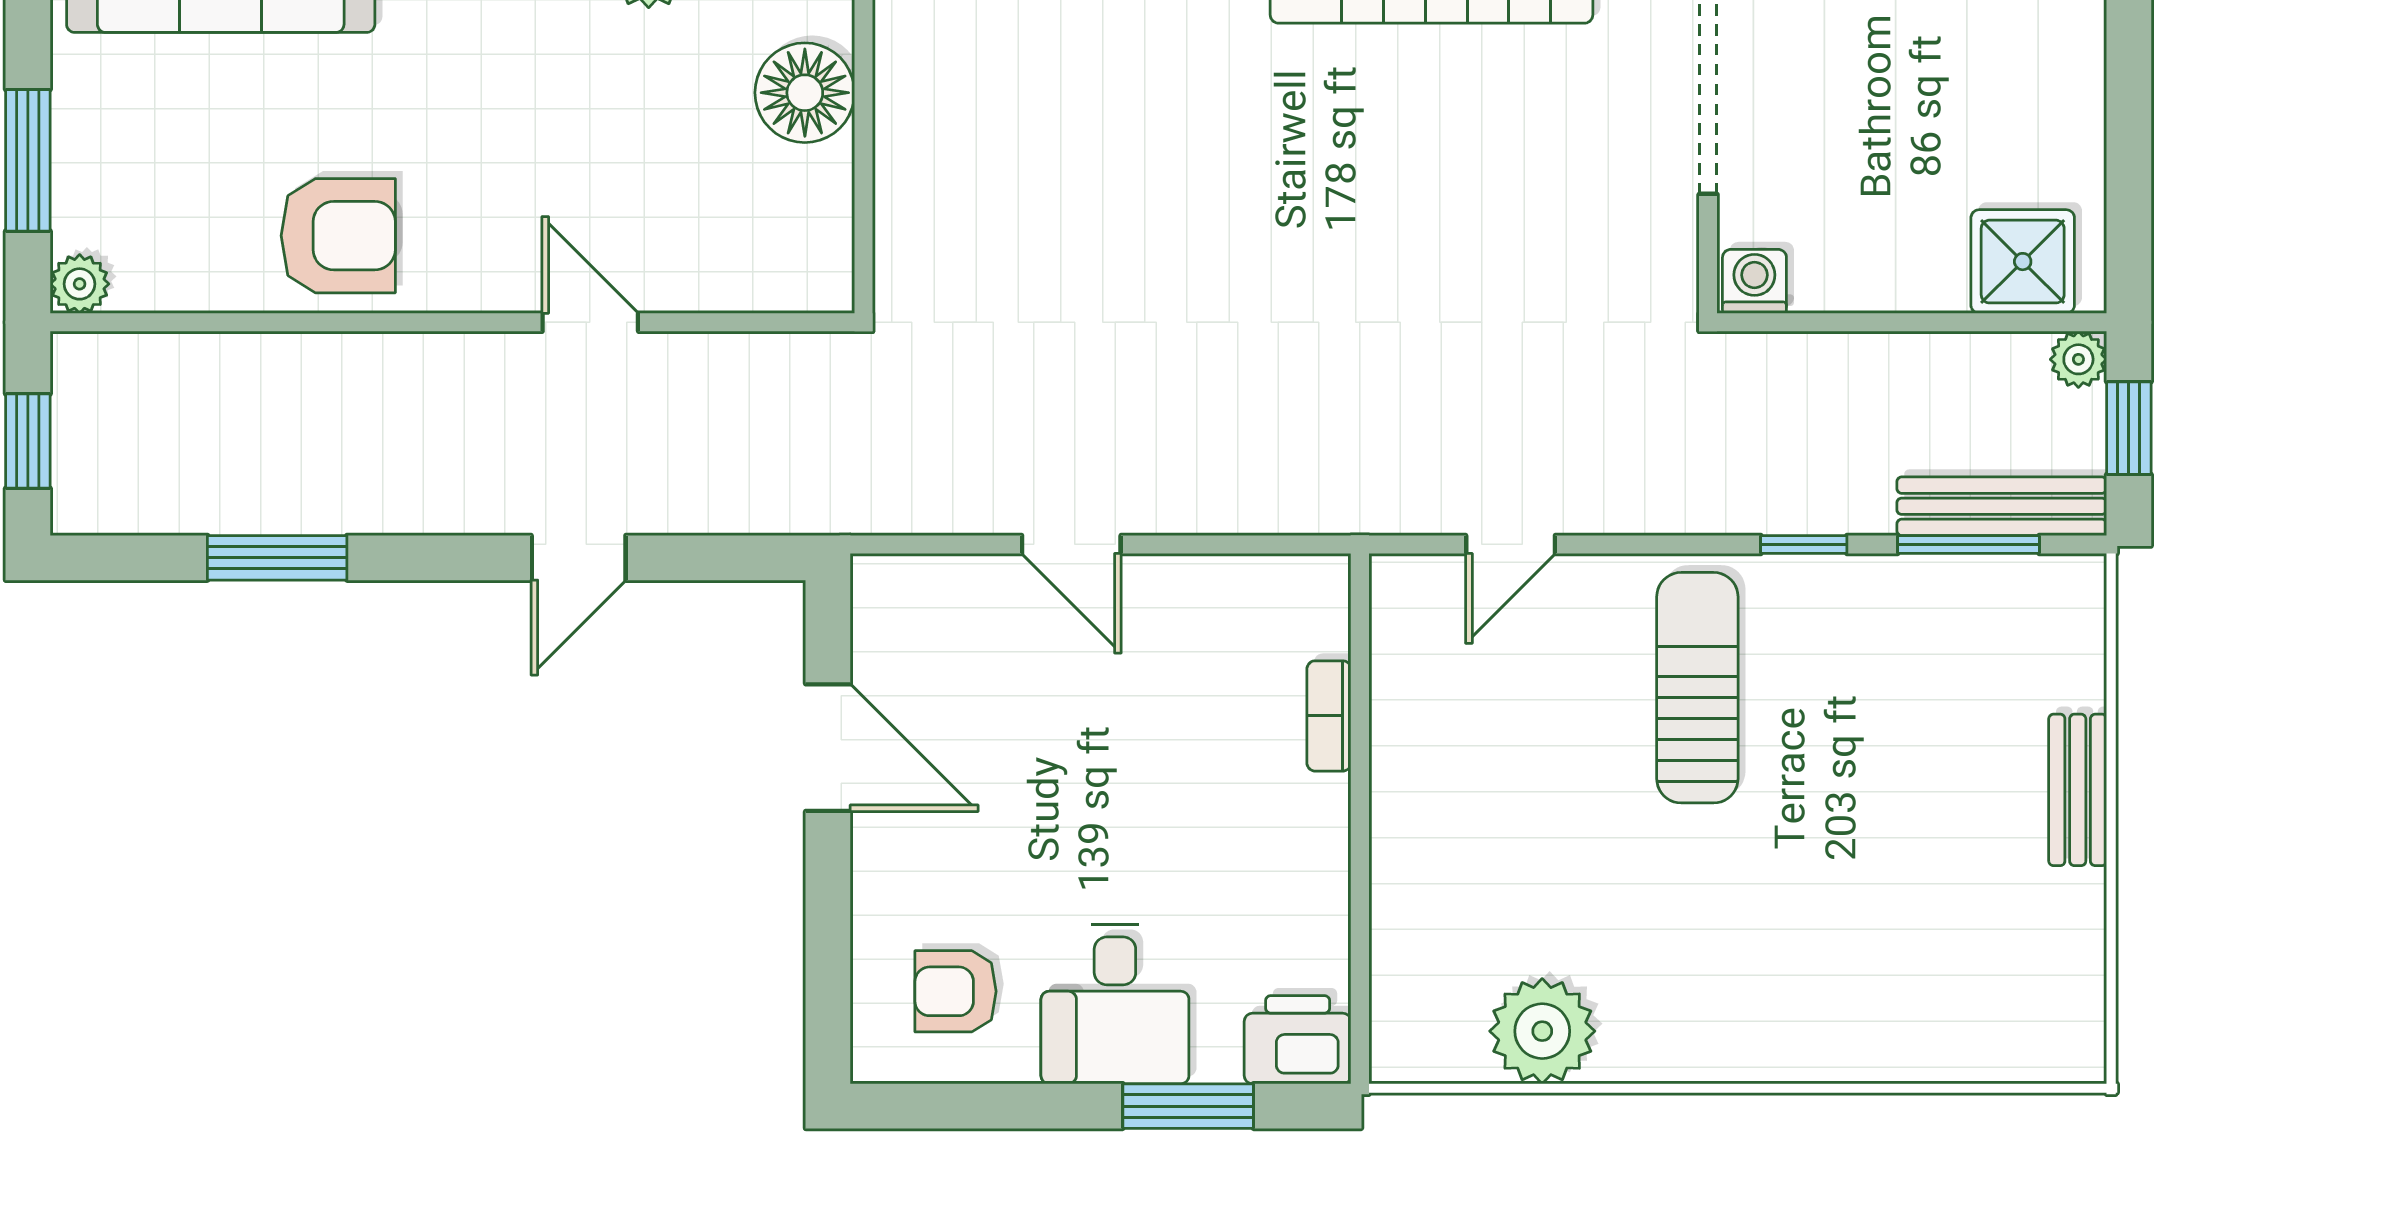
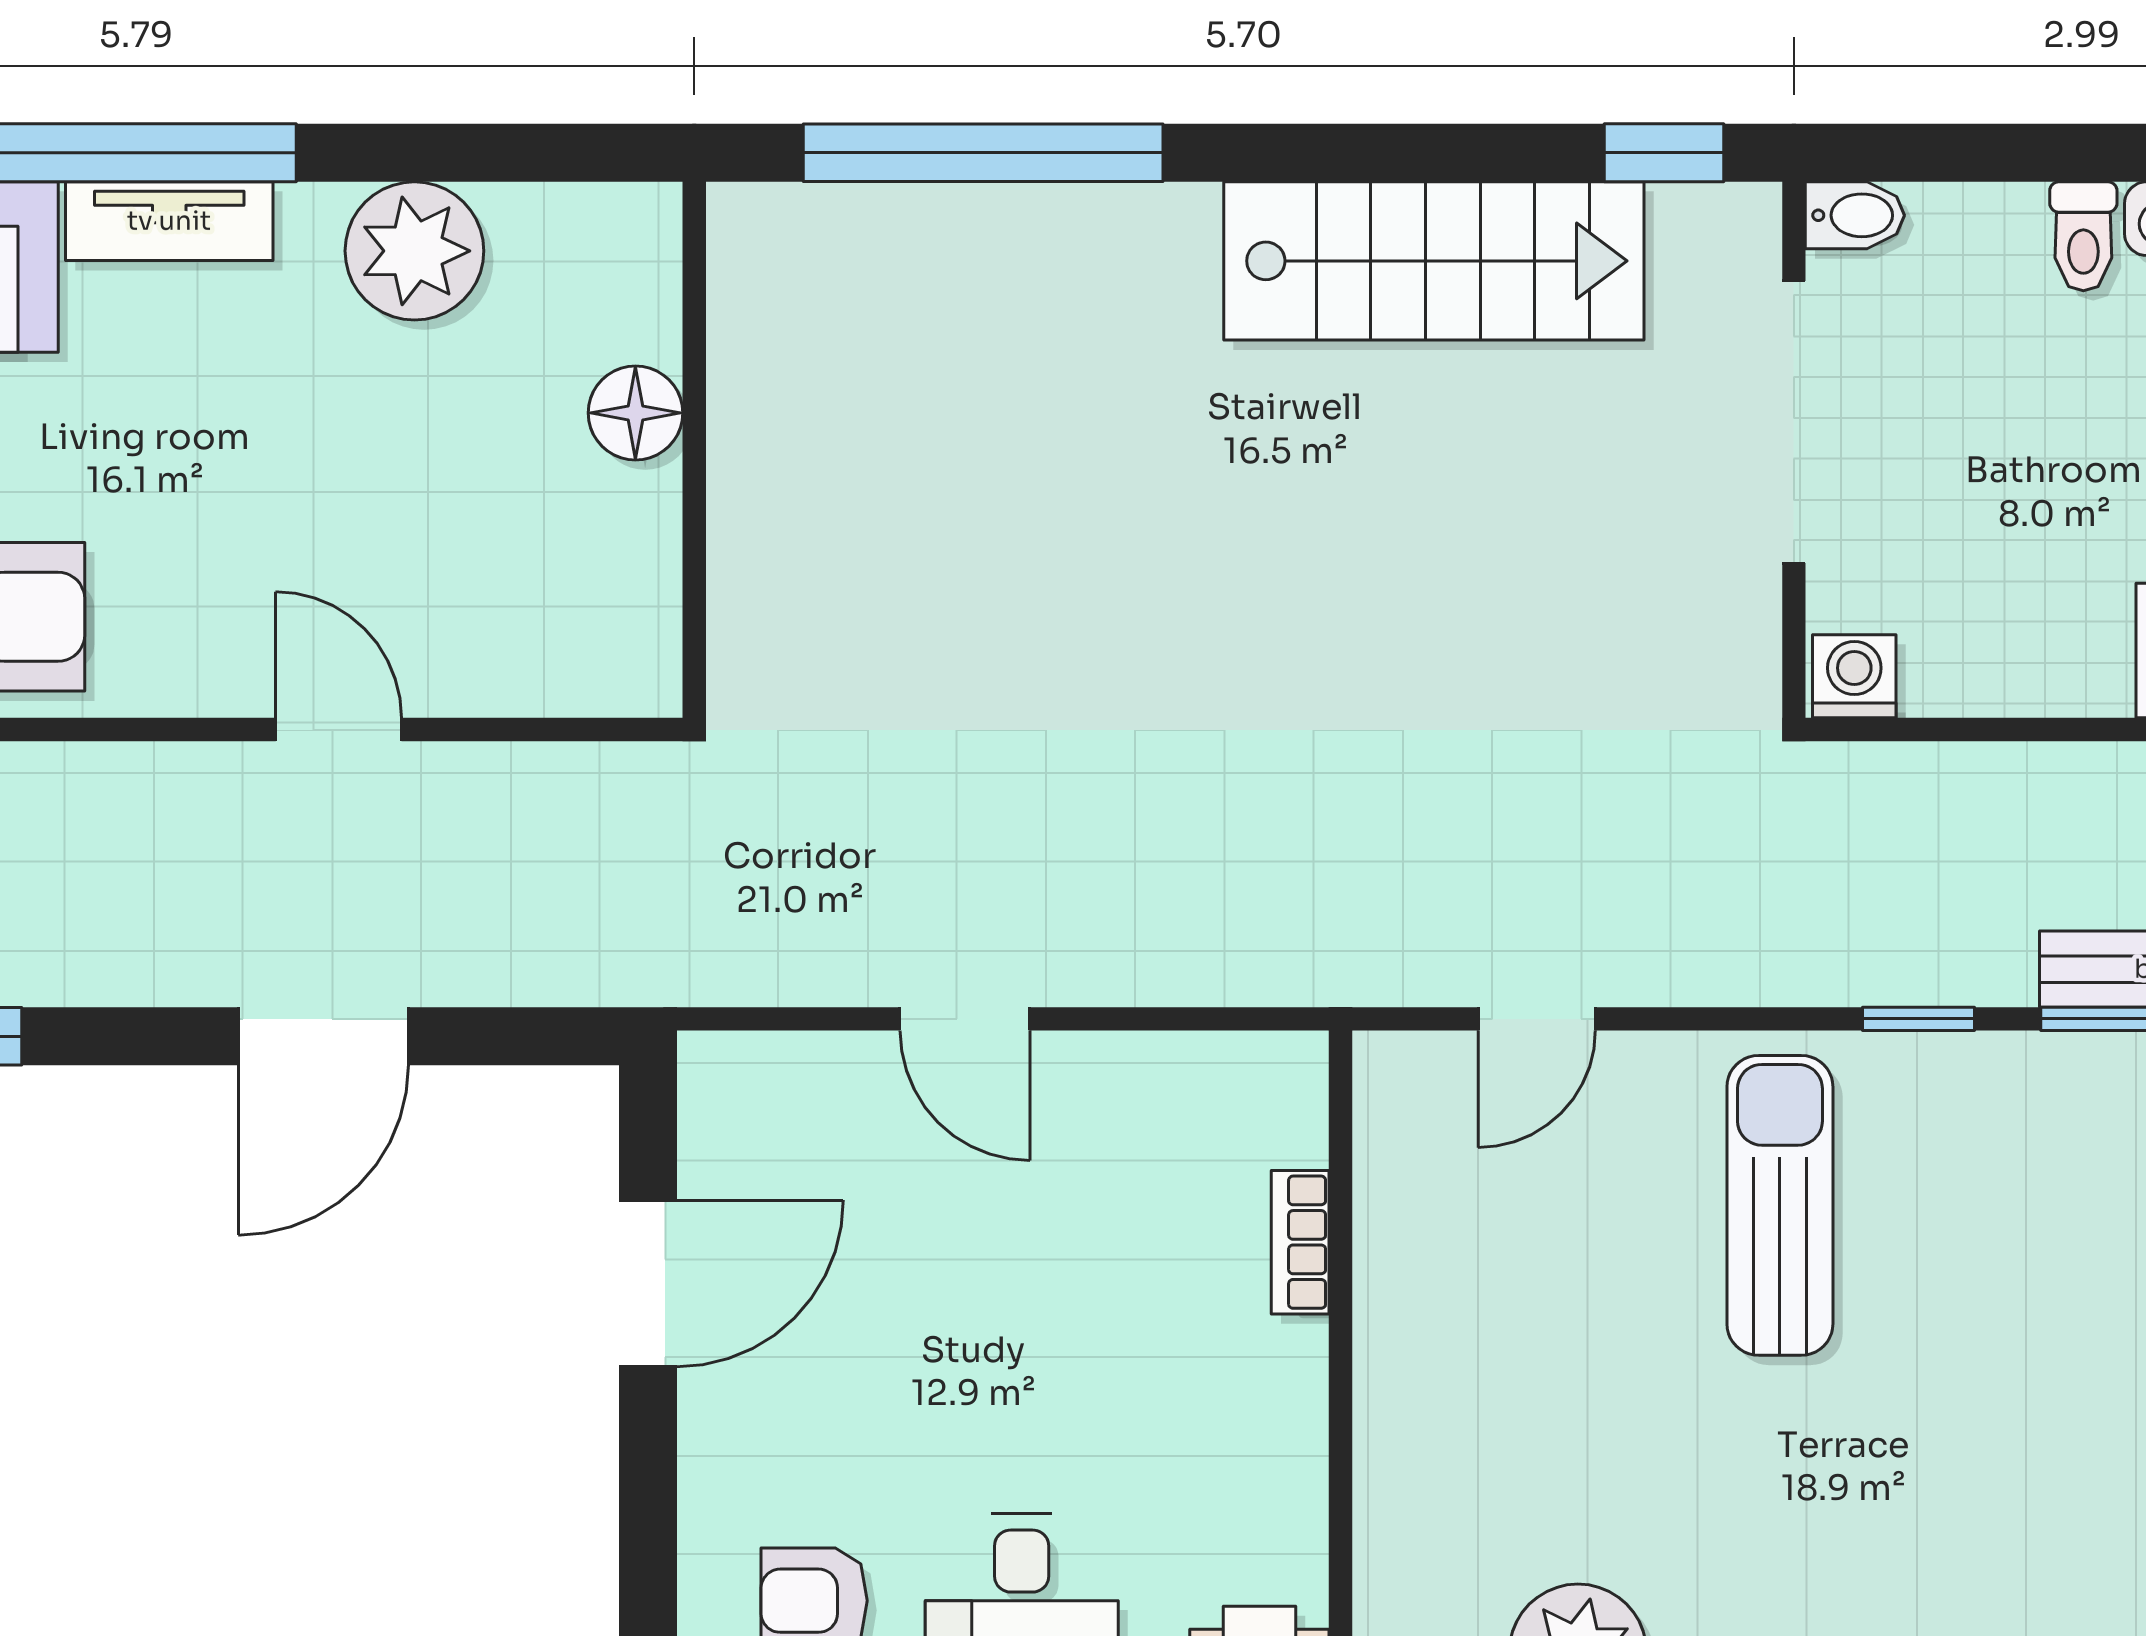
floor lamp: (805, 93) -> (635, 413), width x0.73, depth x0.73
door: (579, 558) -> (323, 1036), width x1.38
door: (828, 748) -> (648, 1283), hinge flipped

